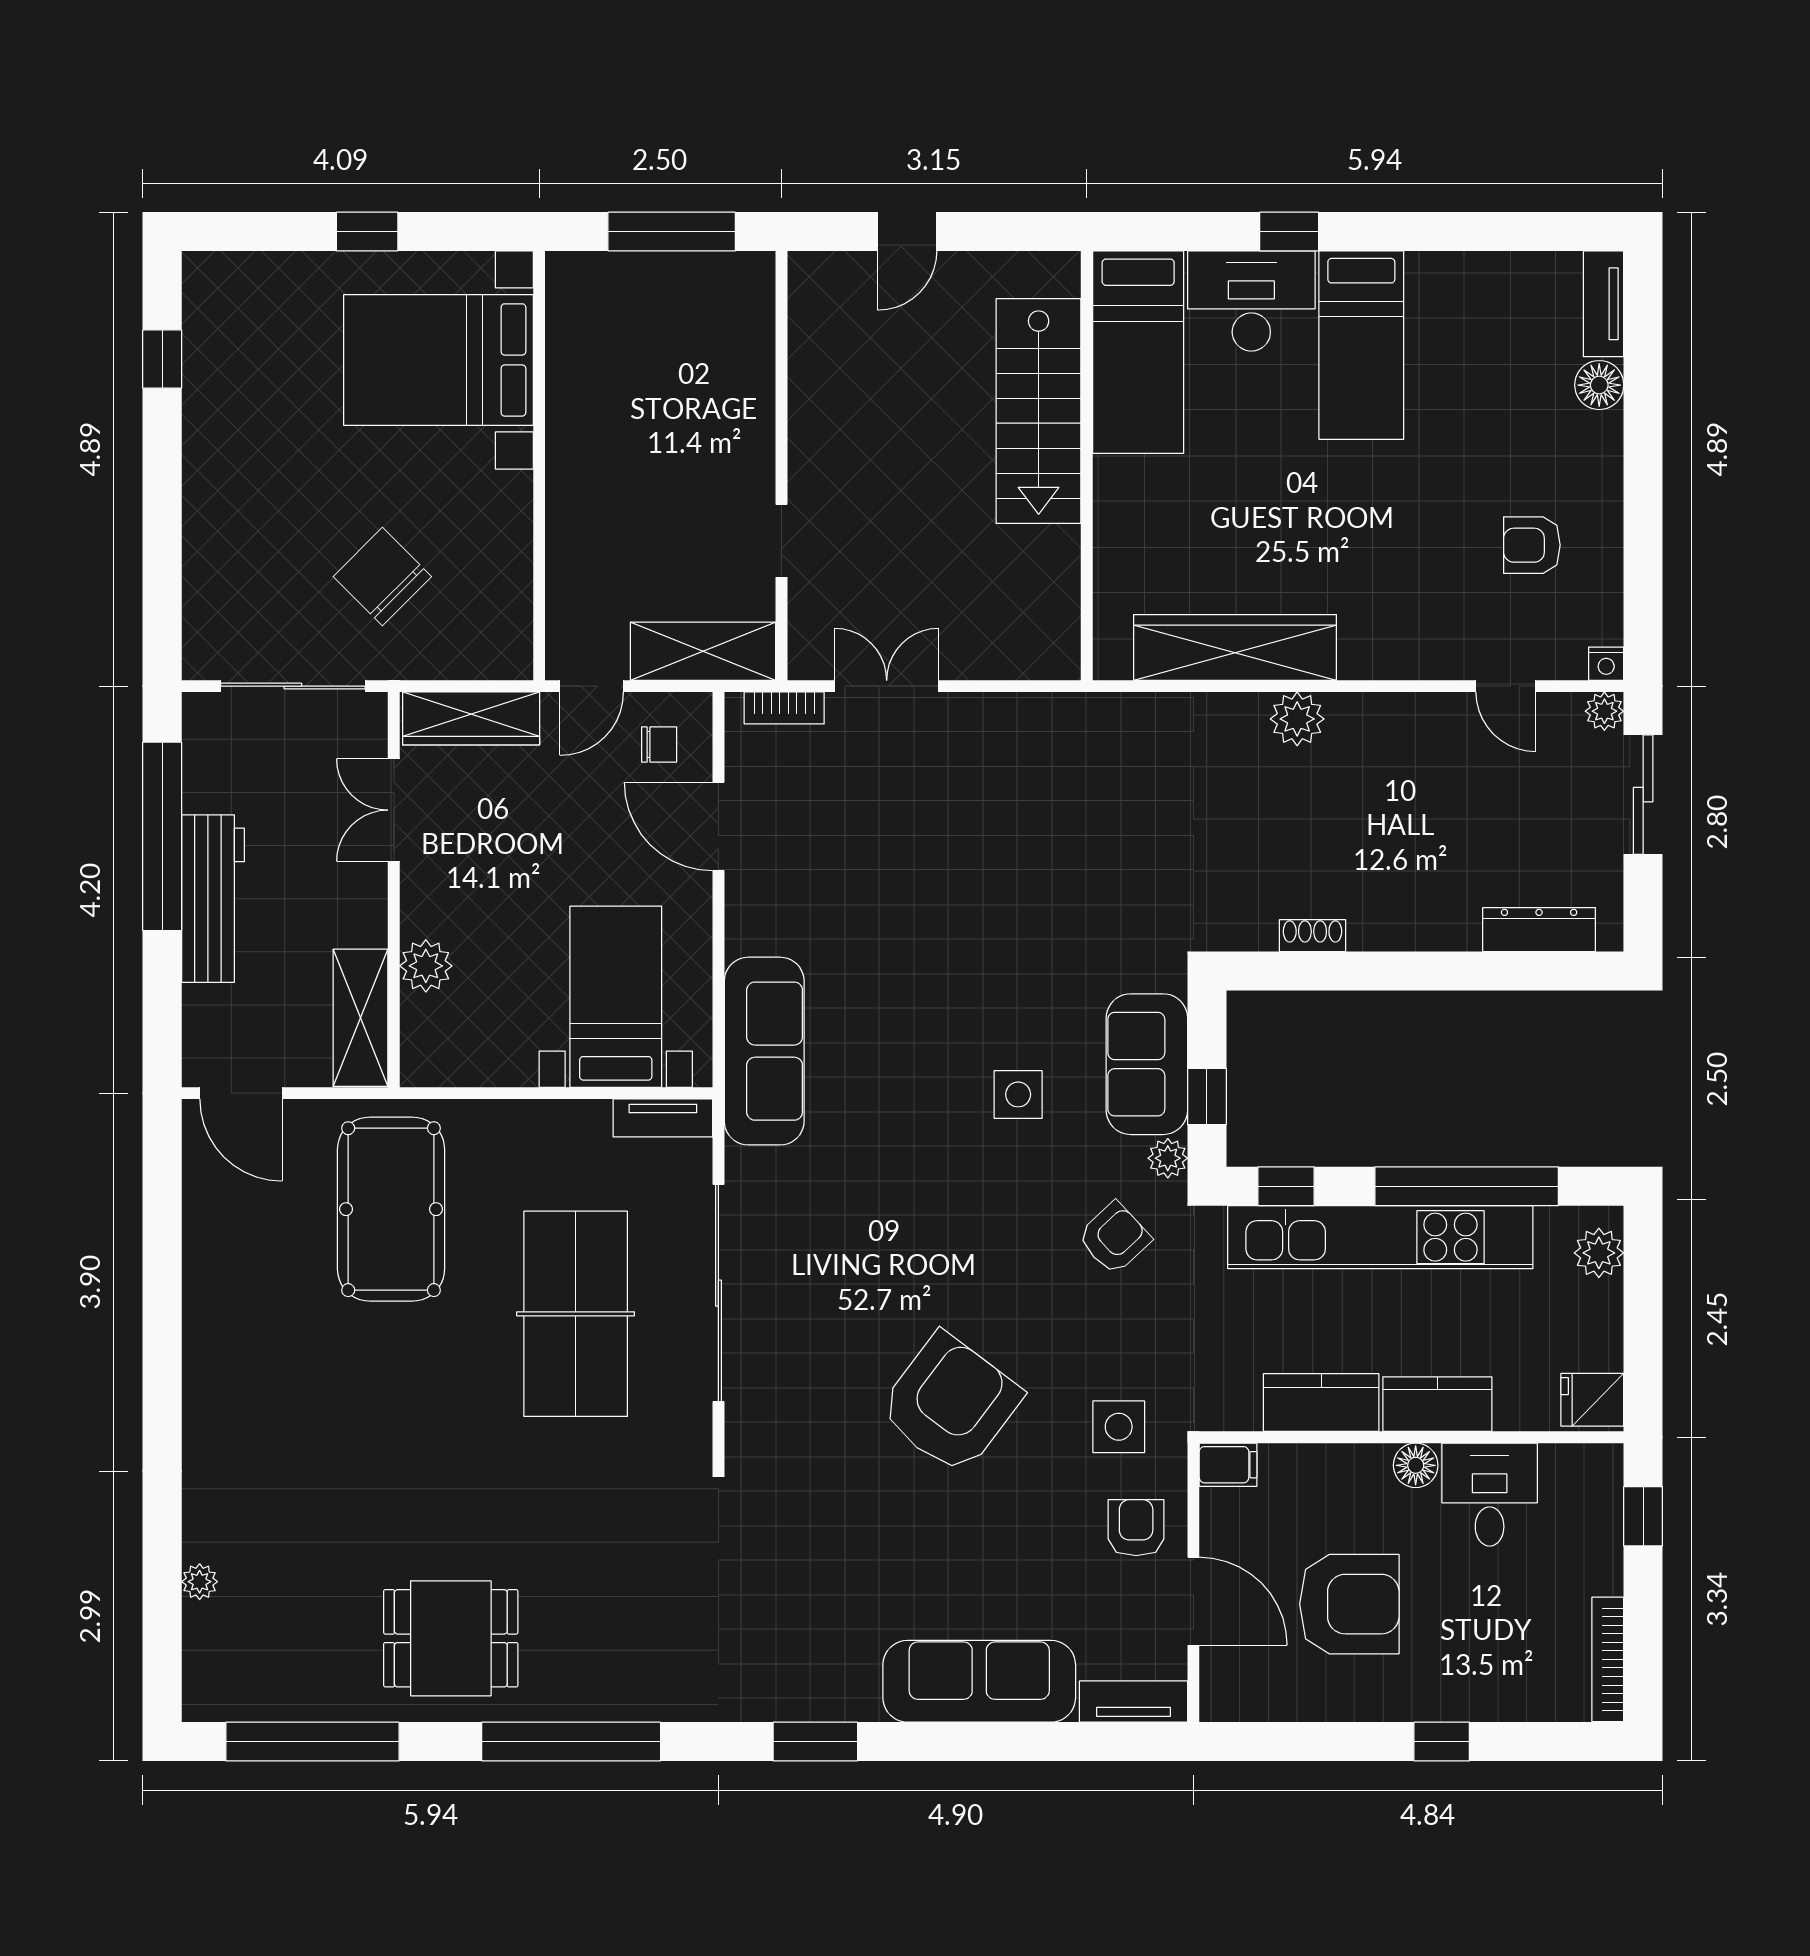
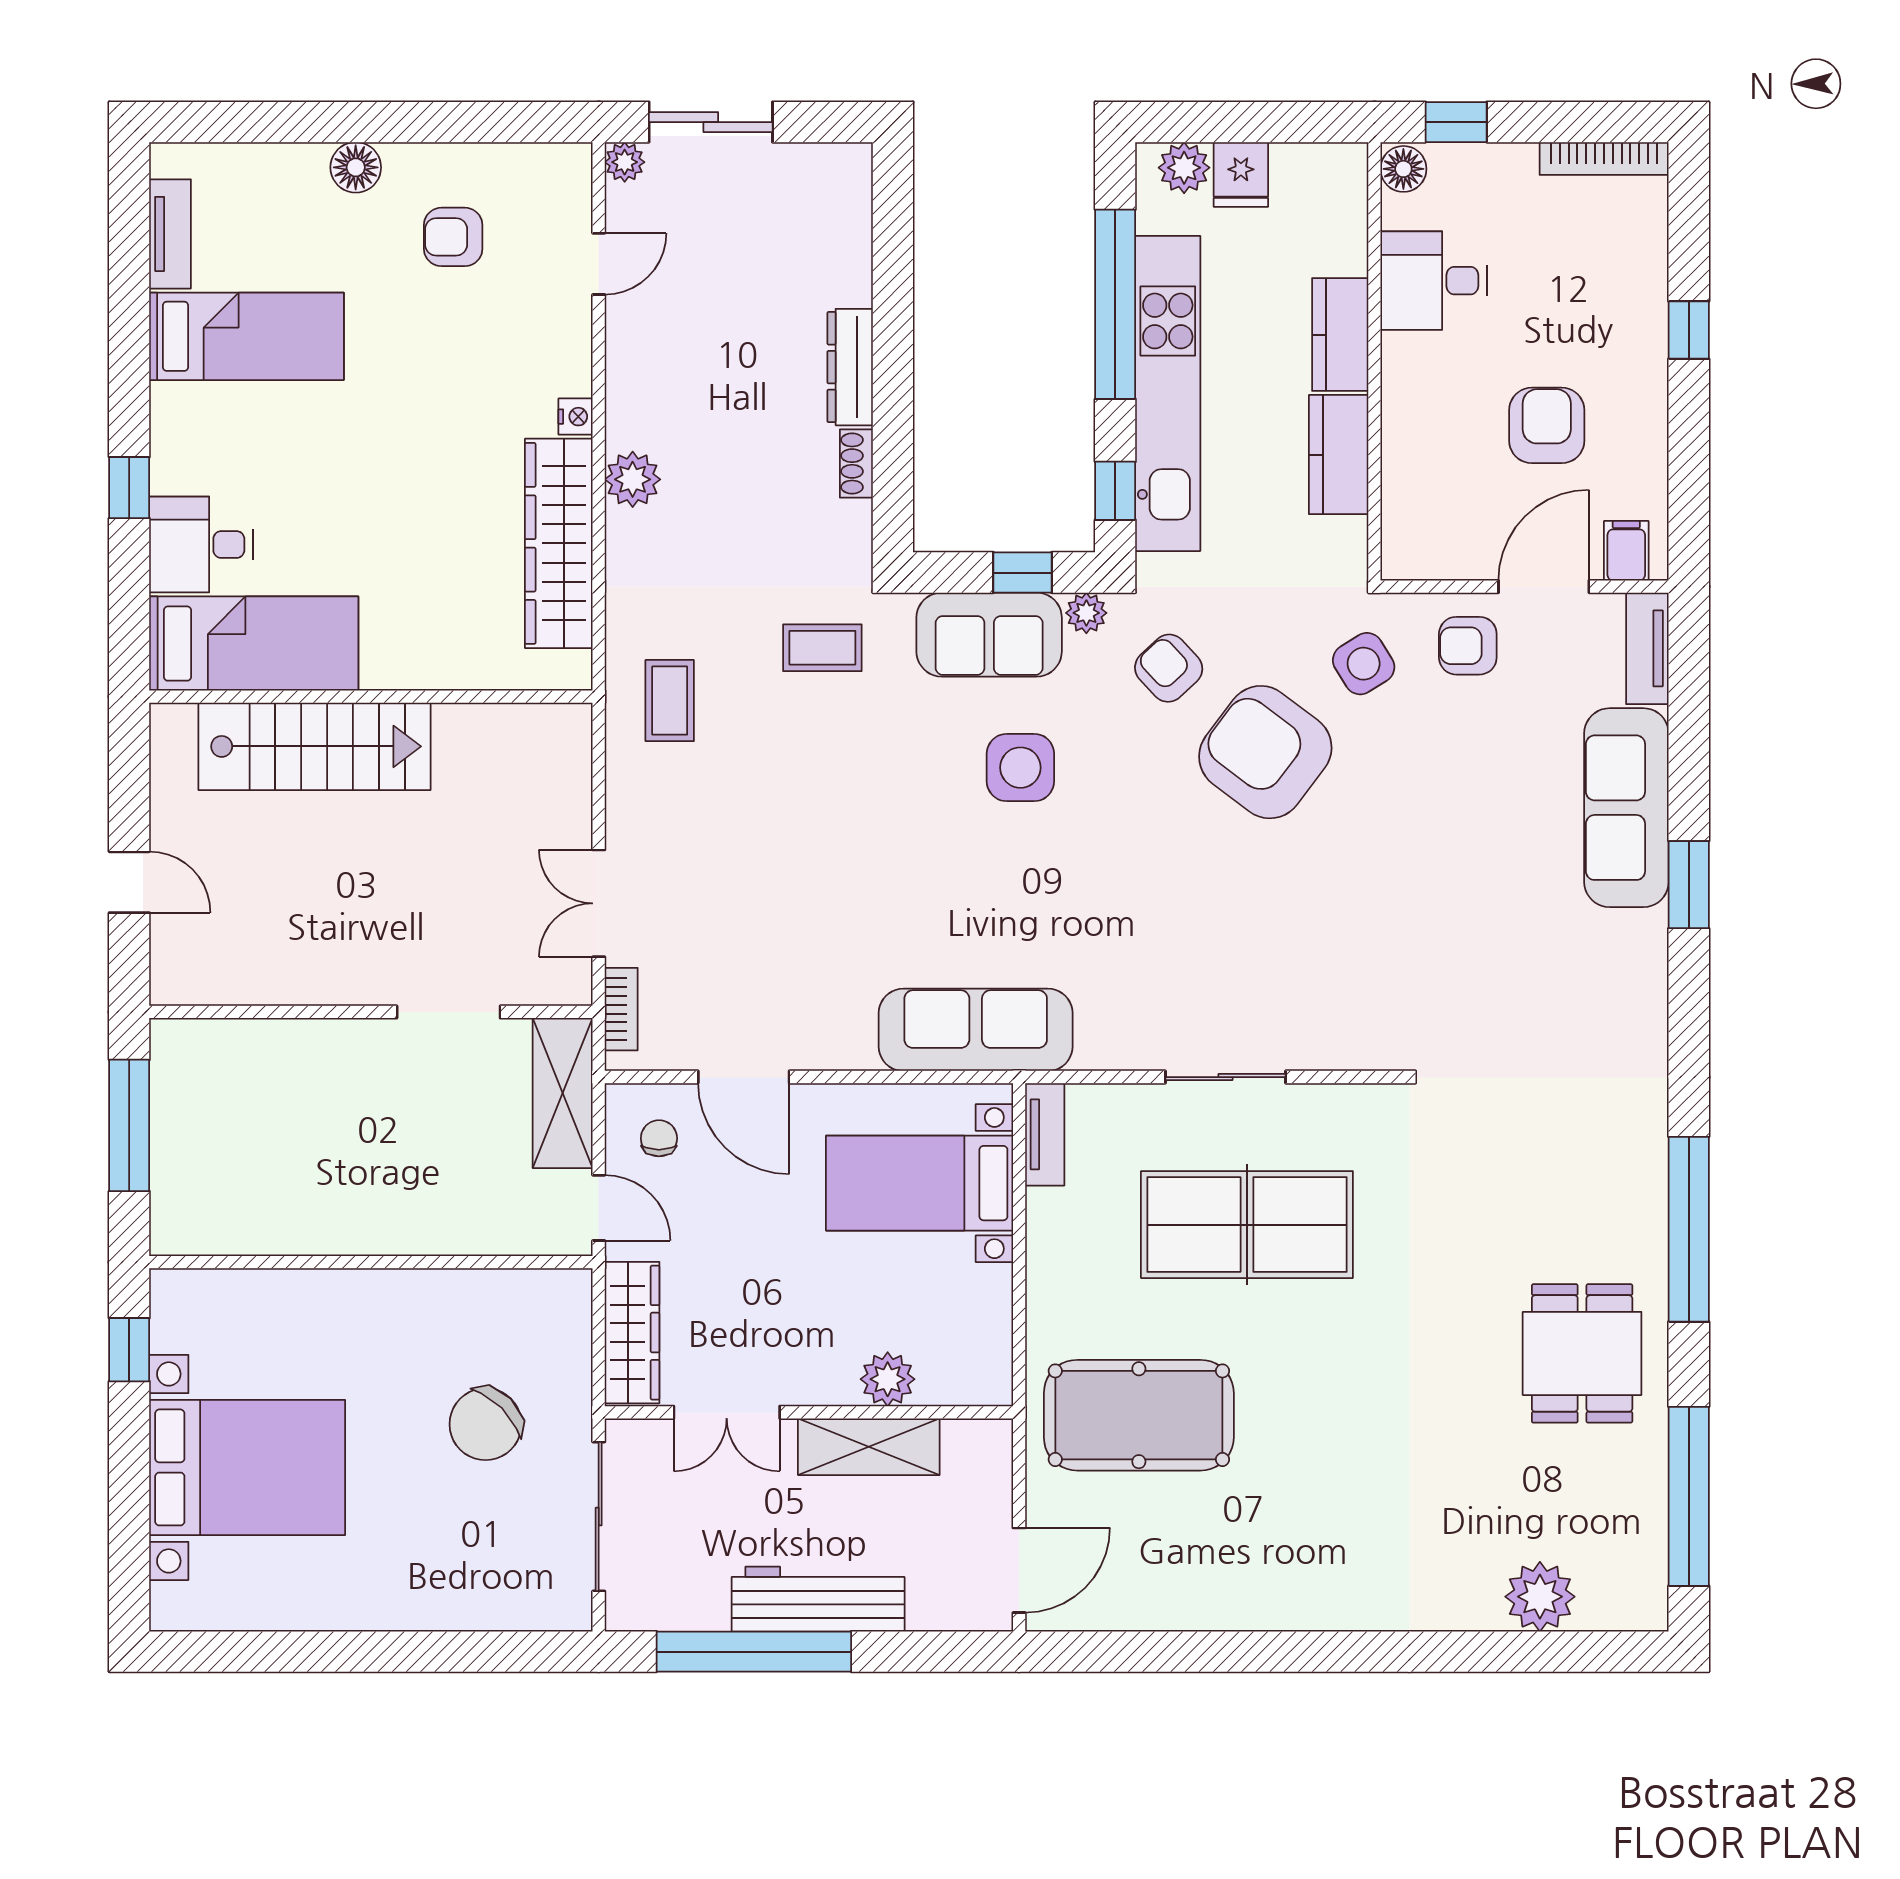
window: (367, 232) -> (129, 1350), moved
desk: (1251, 301) -> (201, 545), width x0.73
tv unit: (1604, 304) -> (170, 234), moved, turned -90
bed: (1361, 345) -> (246, 336), moved
window: (162, 359) -> (261, 1652), removed
bed with nightstands: (439, 360) -> (247, 1467), moved, turned -90
floor lamp: (1599, 385) -> (356, 167), moved
doorway: (781, 541) -> (449, 1012), width x1.38
armchair: (1532, 545) -> (453, 237), turned 90
nightstand: (1606, 664) -> (576, 417), moved
coffee table: (1083, 755) -> (670, 701), added
door: (718, 827) -> (744, 1077), hinge flipped
coffee table: (1134, 903) -> (822, 648), added
dresser: (1539, 930) -> (850, 367), moved
shelving: (361, 1018) -> (869, 1447), moved
side table: (1018, 1094) -> (1020, 768), width x1.37, depth x1.37
sliding door: (718, 1293) -> (1226, 1077), width x0.54
fridge: (1592, 1400) -> (1241, 175), moved
armchair: (950, 1403) -> (1265, 752), moved
side table: (1119, 1427) -> (1364, 664), turned -32
filing cabinet: (1228, 1465) -> (1626, 551), moved
floor lamp: (1416, 1465) -> (1403, 169), moved
plant: (200, 1582) -> (1540, 1597), width x1.88, depth x1.88
armchair: (1349, 1604) -> (1547, 425), width x0.73, depth x0.73
window: (815, 1742) -> (1689, 885), moved

